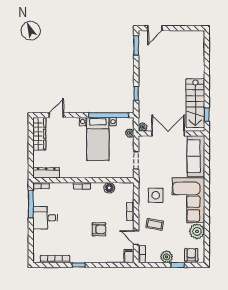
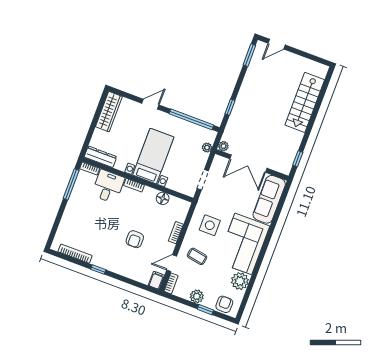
stairs: (195, 103) -> (305, 102), moved
door: (56, 115) -> (150, 104), moved
double door: (168, 134) -> (248, 164), swing flipped
bed with nightstands: (98, 139) -> (153, 156), moved, turned 180
desk: (45, 218) -> (108, 186), moved, turned 90
armchair: (99, 229) -> (135, 239), turned 90
door: (136, 238) -> (172, 263), hinge flipped

